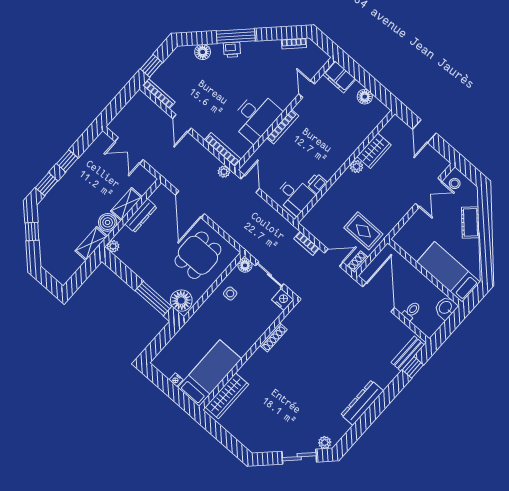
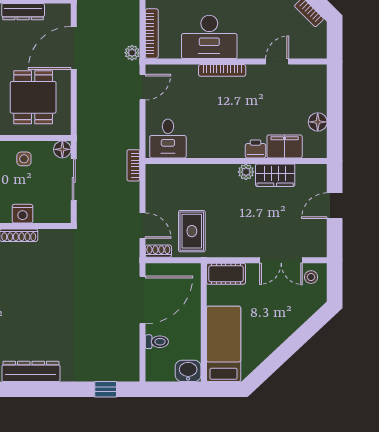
filing cabinet: (339, 77) -> (285, 146), moved, turned 90
printer: (317, 183) -> (255, 149), moved
cot: (471, 222) -> (226, 274), moved, turned 43
bookcase: (306, 243) -> (133, 165), moved
dining table: (198, 255) -> (33, 97), turned 90
nightstand: (283, 300) -> (22, 214), moved, turned 90
bench: (408, 354) -> (114, 373), removed

